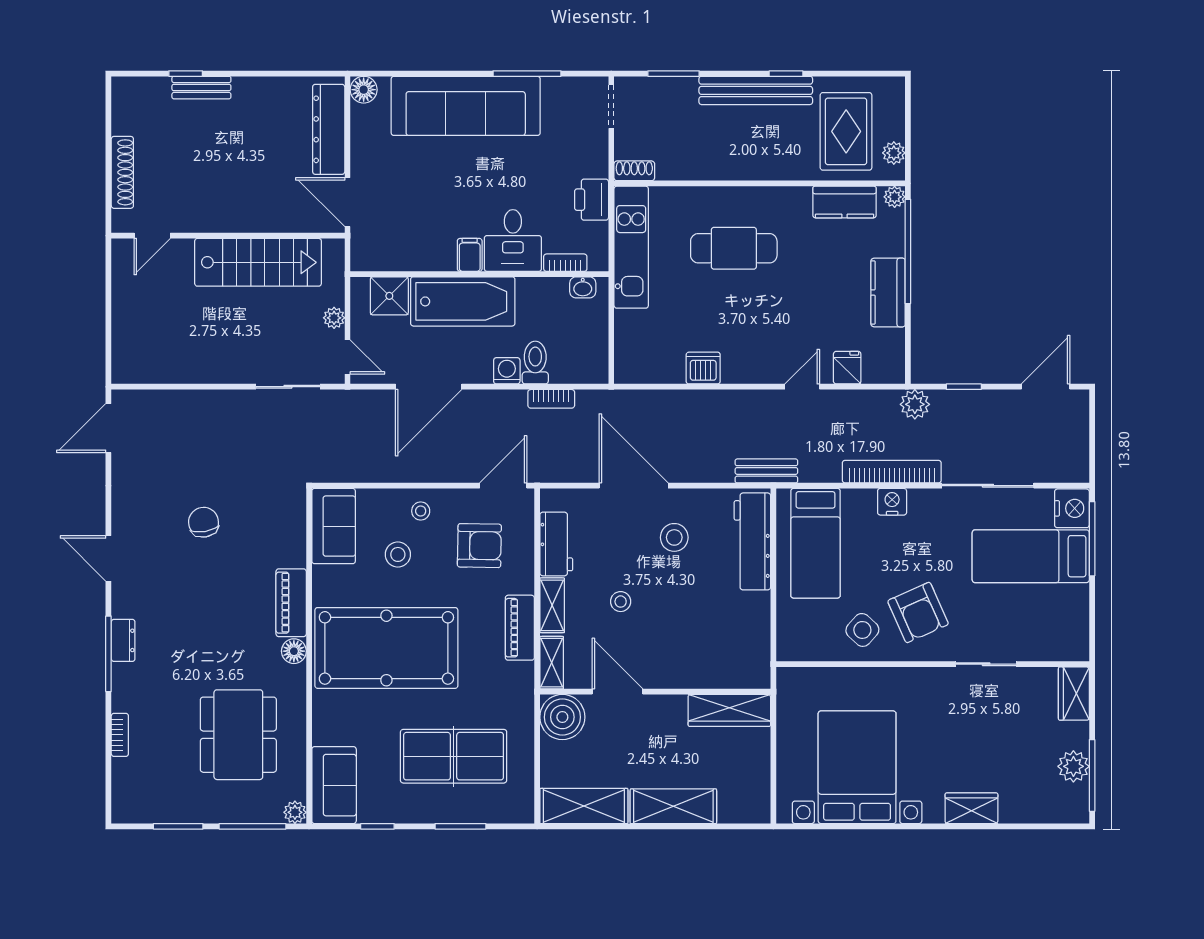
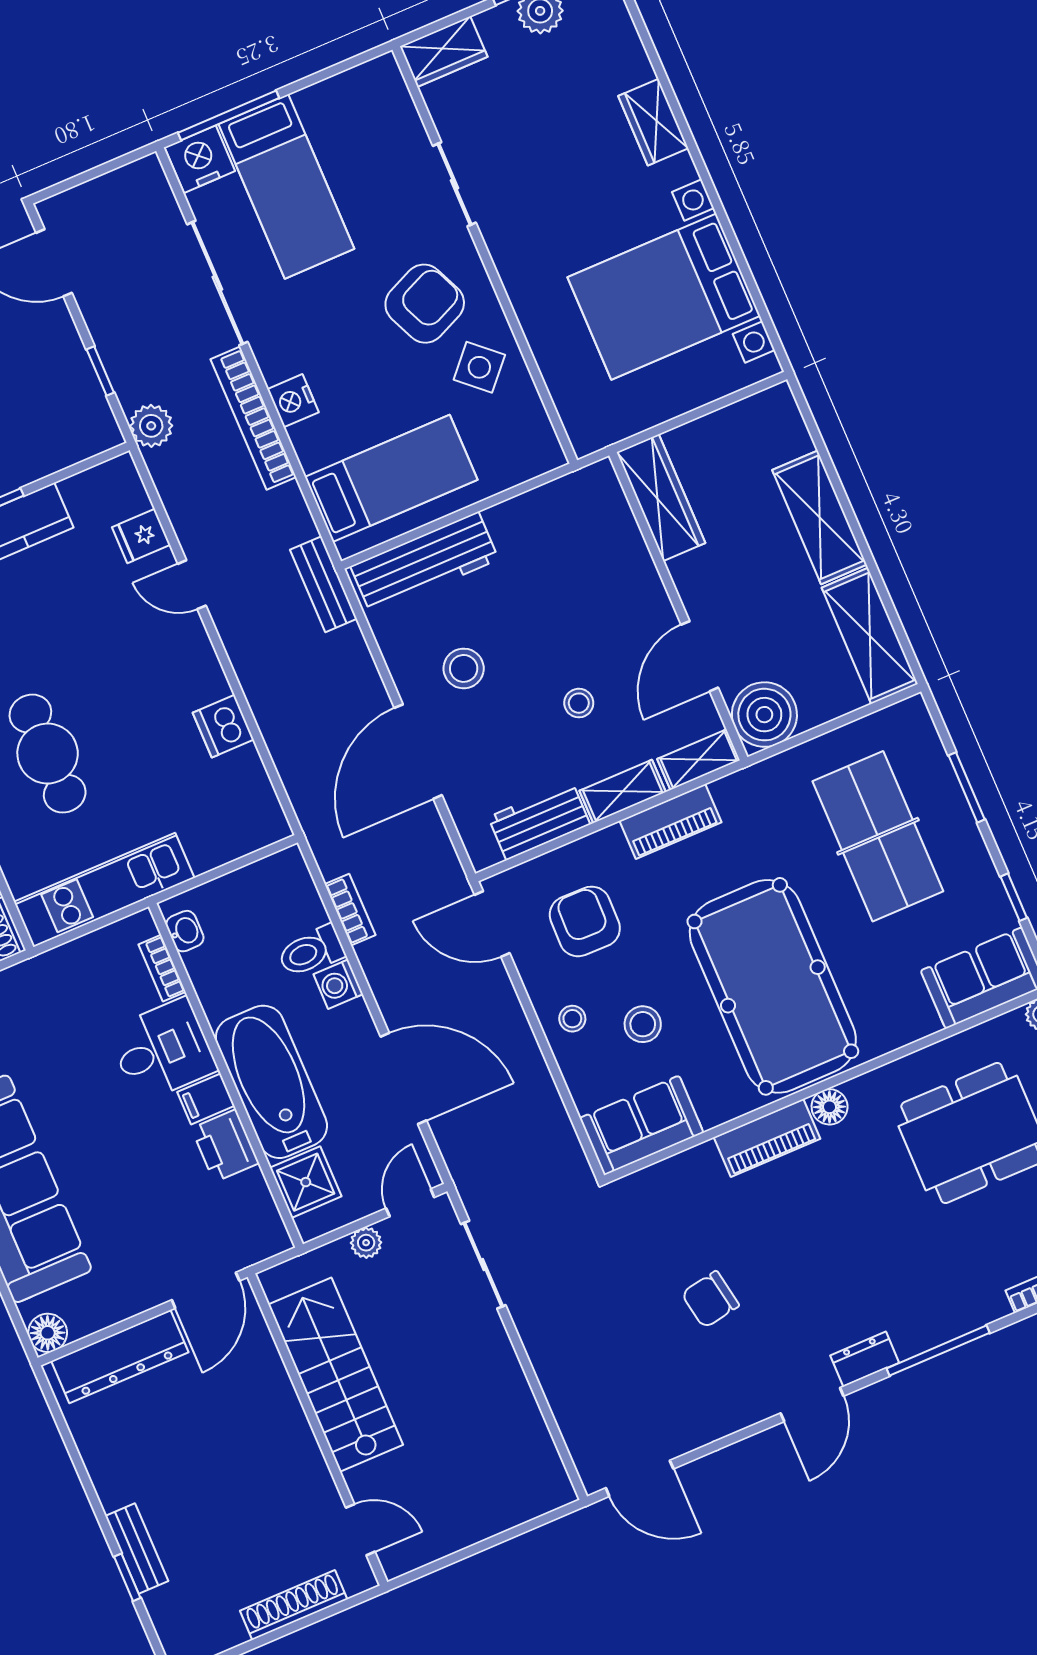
printer: (592, 200) -> (225, 1146), moved, turned 90
dresser: (123, 640) -> (865, 1359), moved

